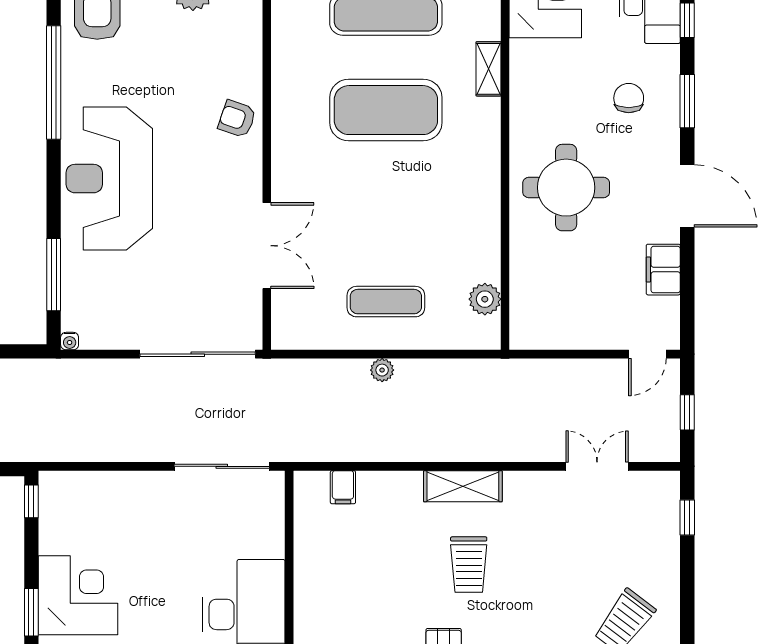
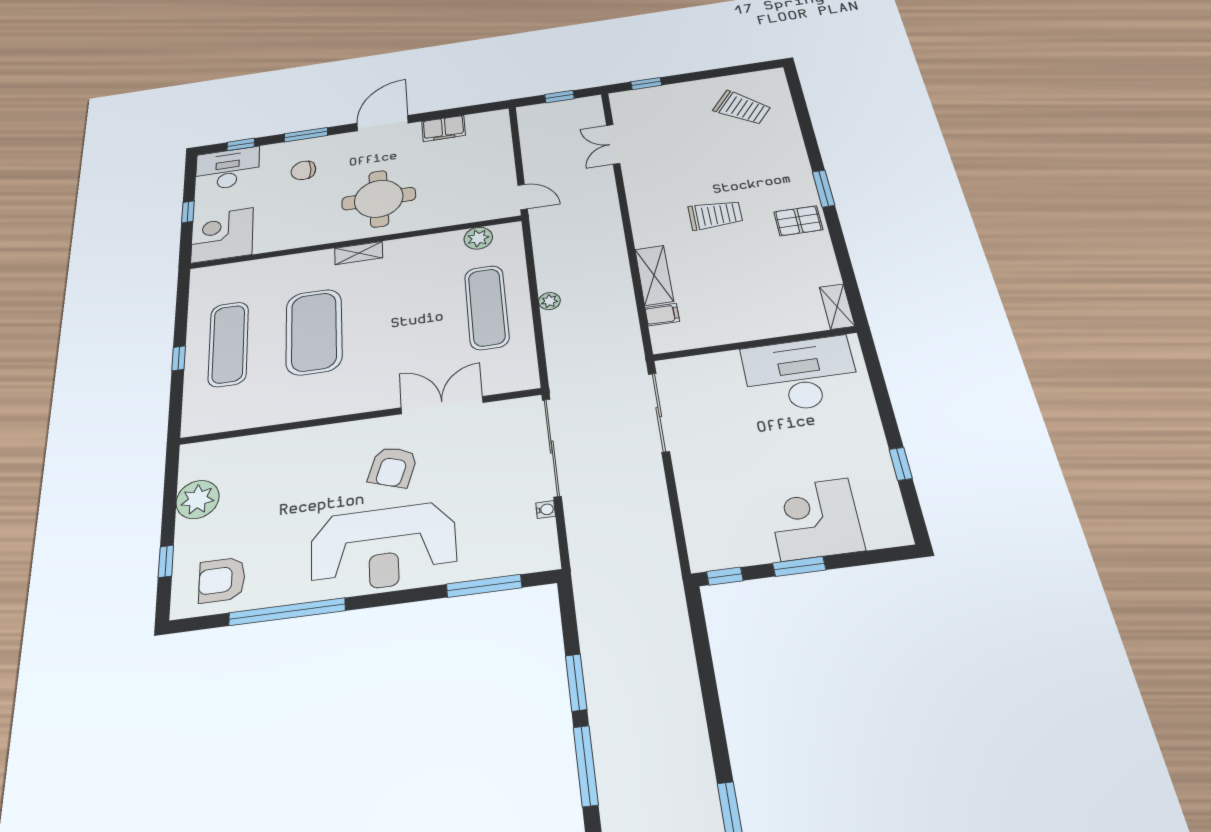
shelving: (489, 69) -> (359, 253), moved
armchair: (237, 119) -> (393, 467), moved, width x1.38, depth x1.38
exercise mat: (386, 302) -> (487, 307), width x1.36, depth x1.45
water cooler: (70, 341) -> (546, 510), moved
door: (647, 354) -> (523, 197), moved
shelving: (463, 486) -> (654, 275), moved
window: (31, 612) -> (799, 566), moved

